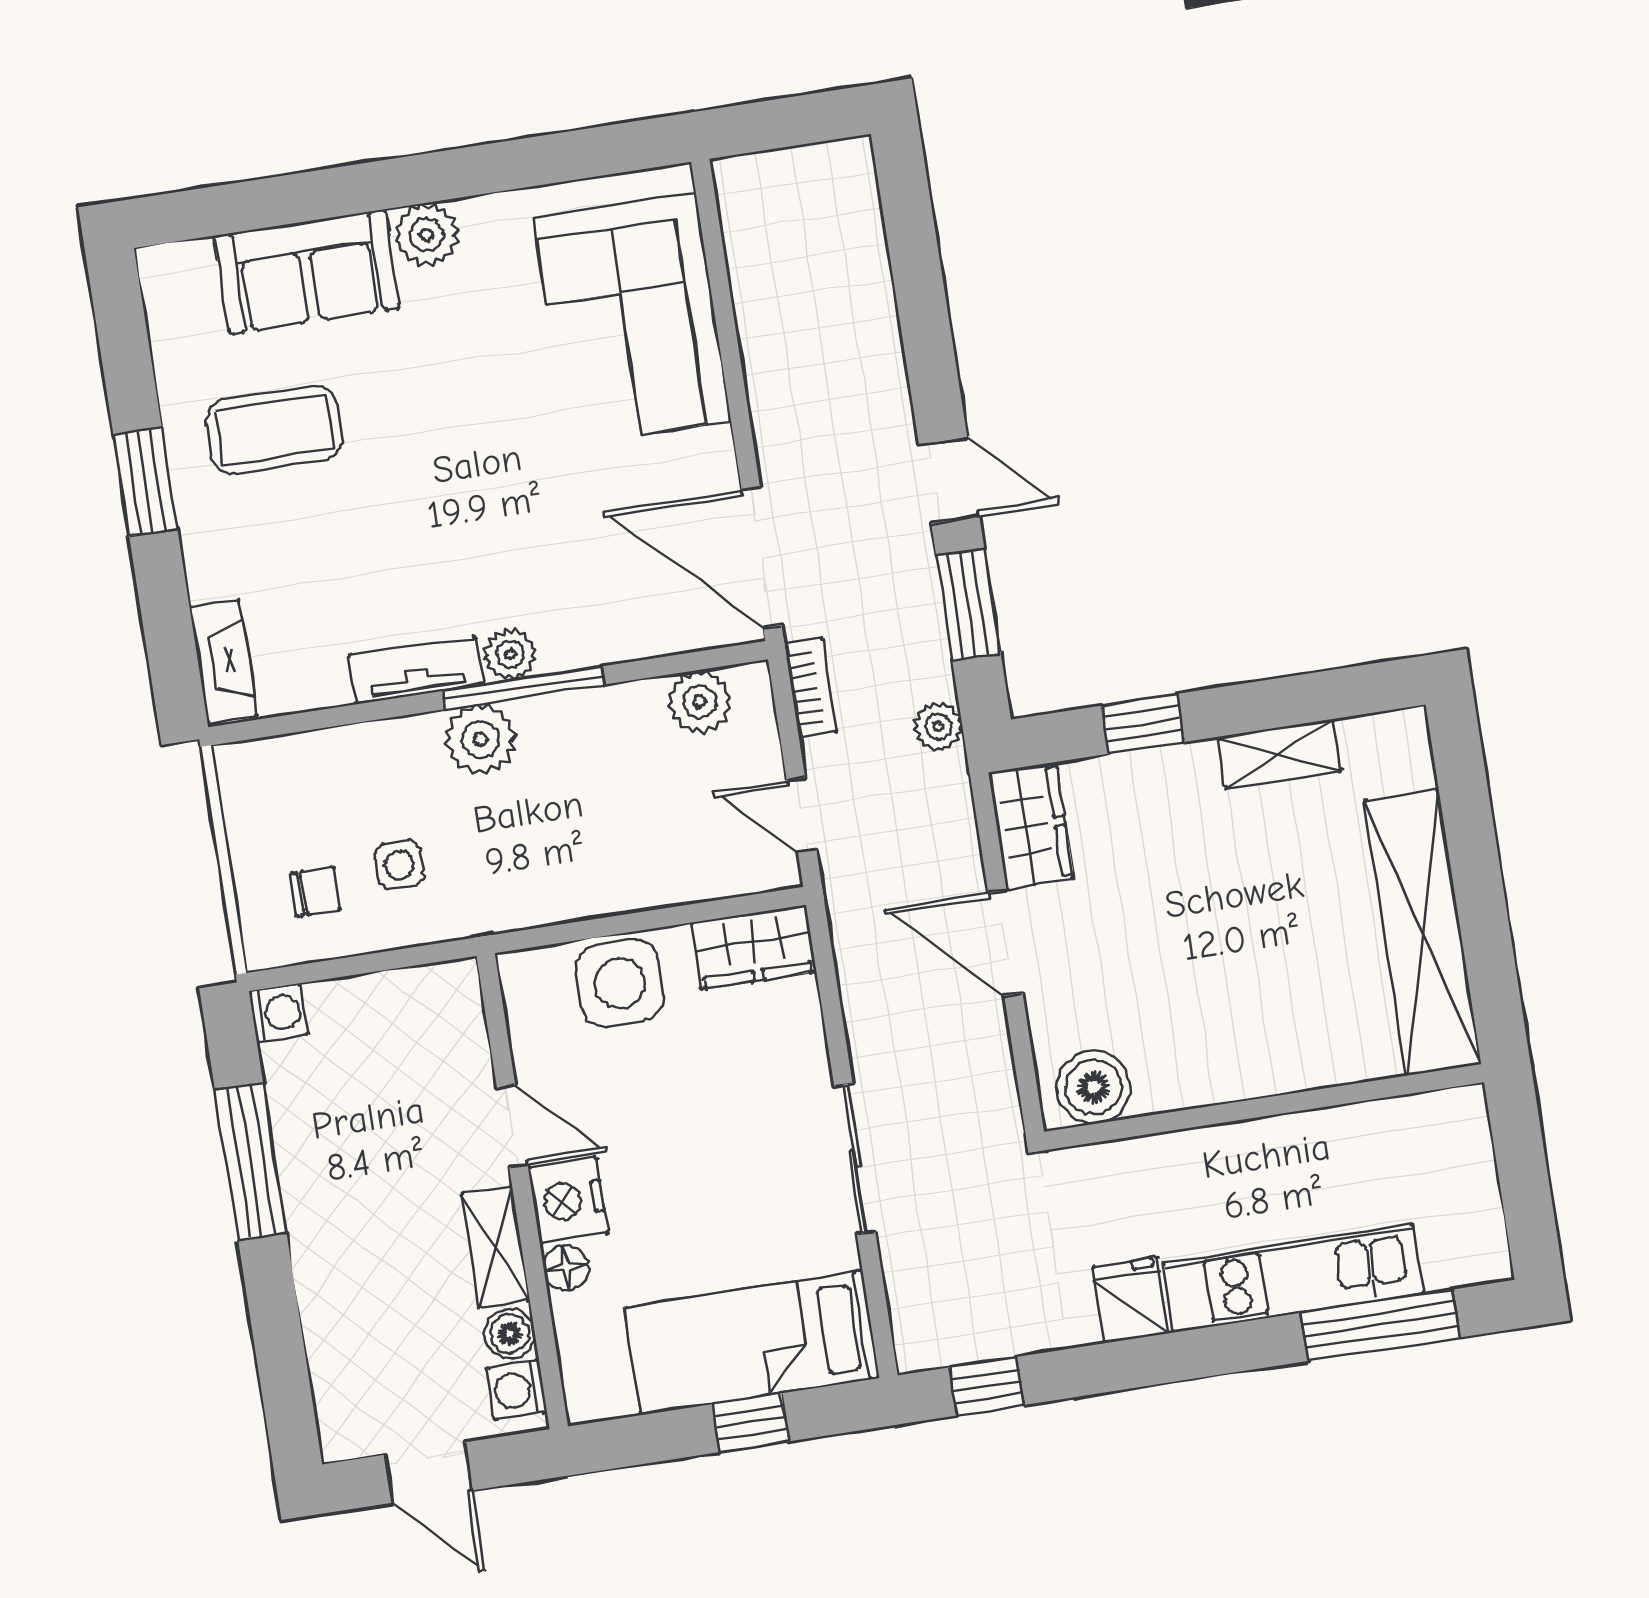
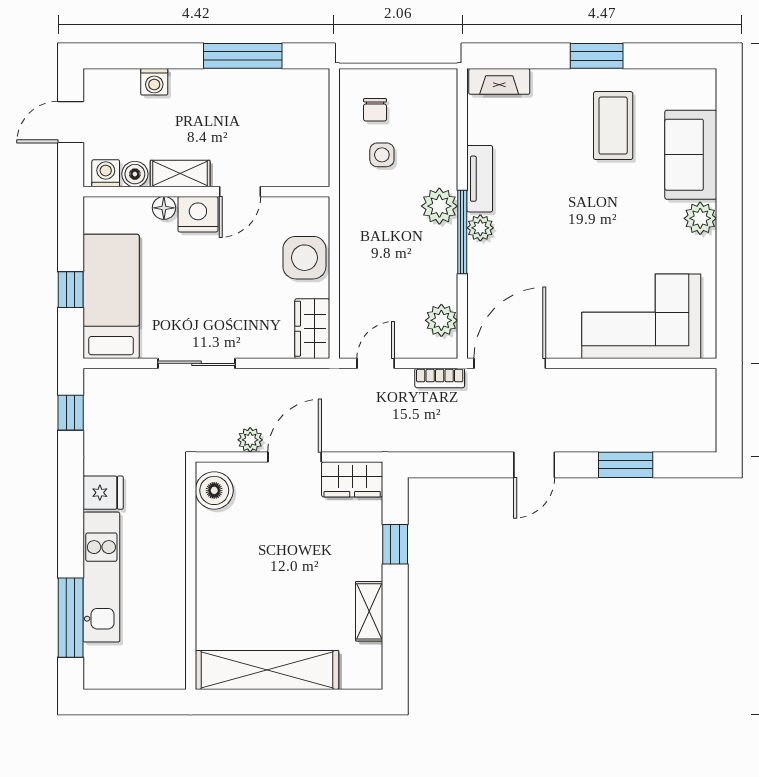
window: (968, 604) -> (626, 465), moved
plant: (938, 727) -> (250, 440), moved
washing machine: (279, 1013) -> (154, 82), moved

